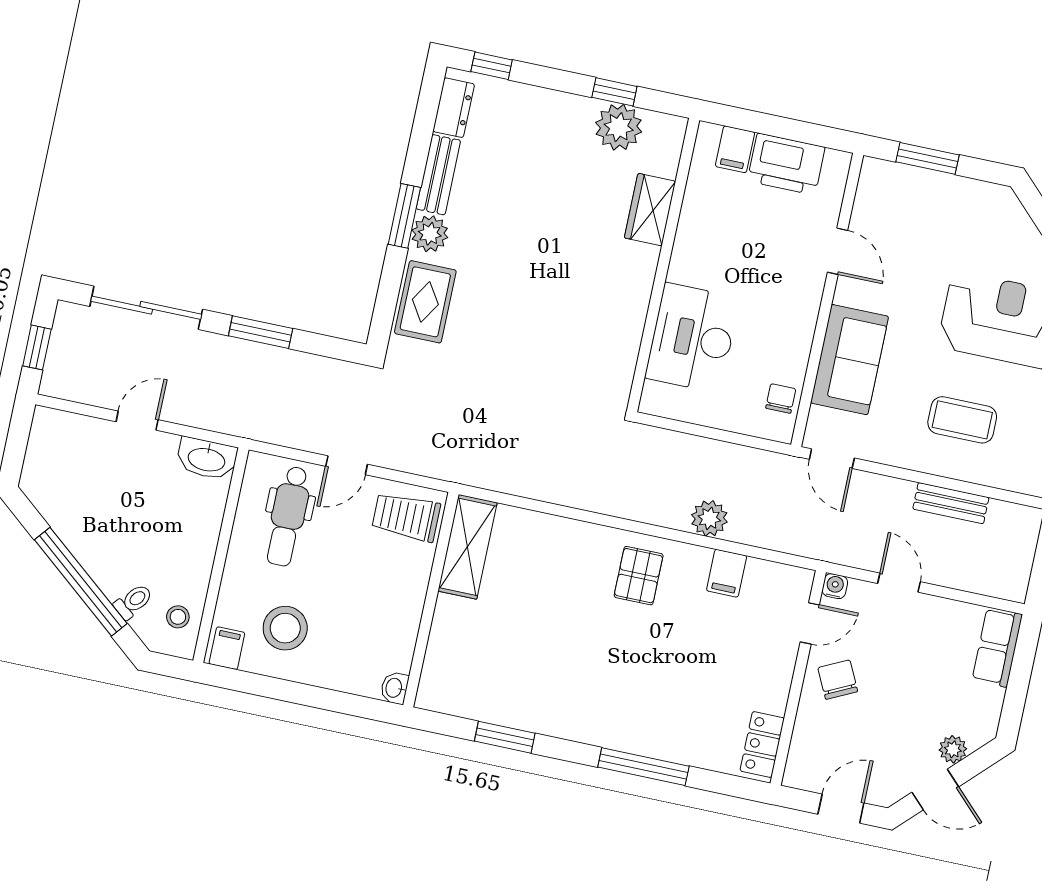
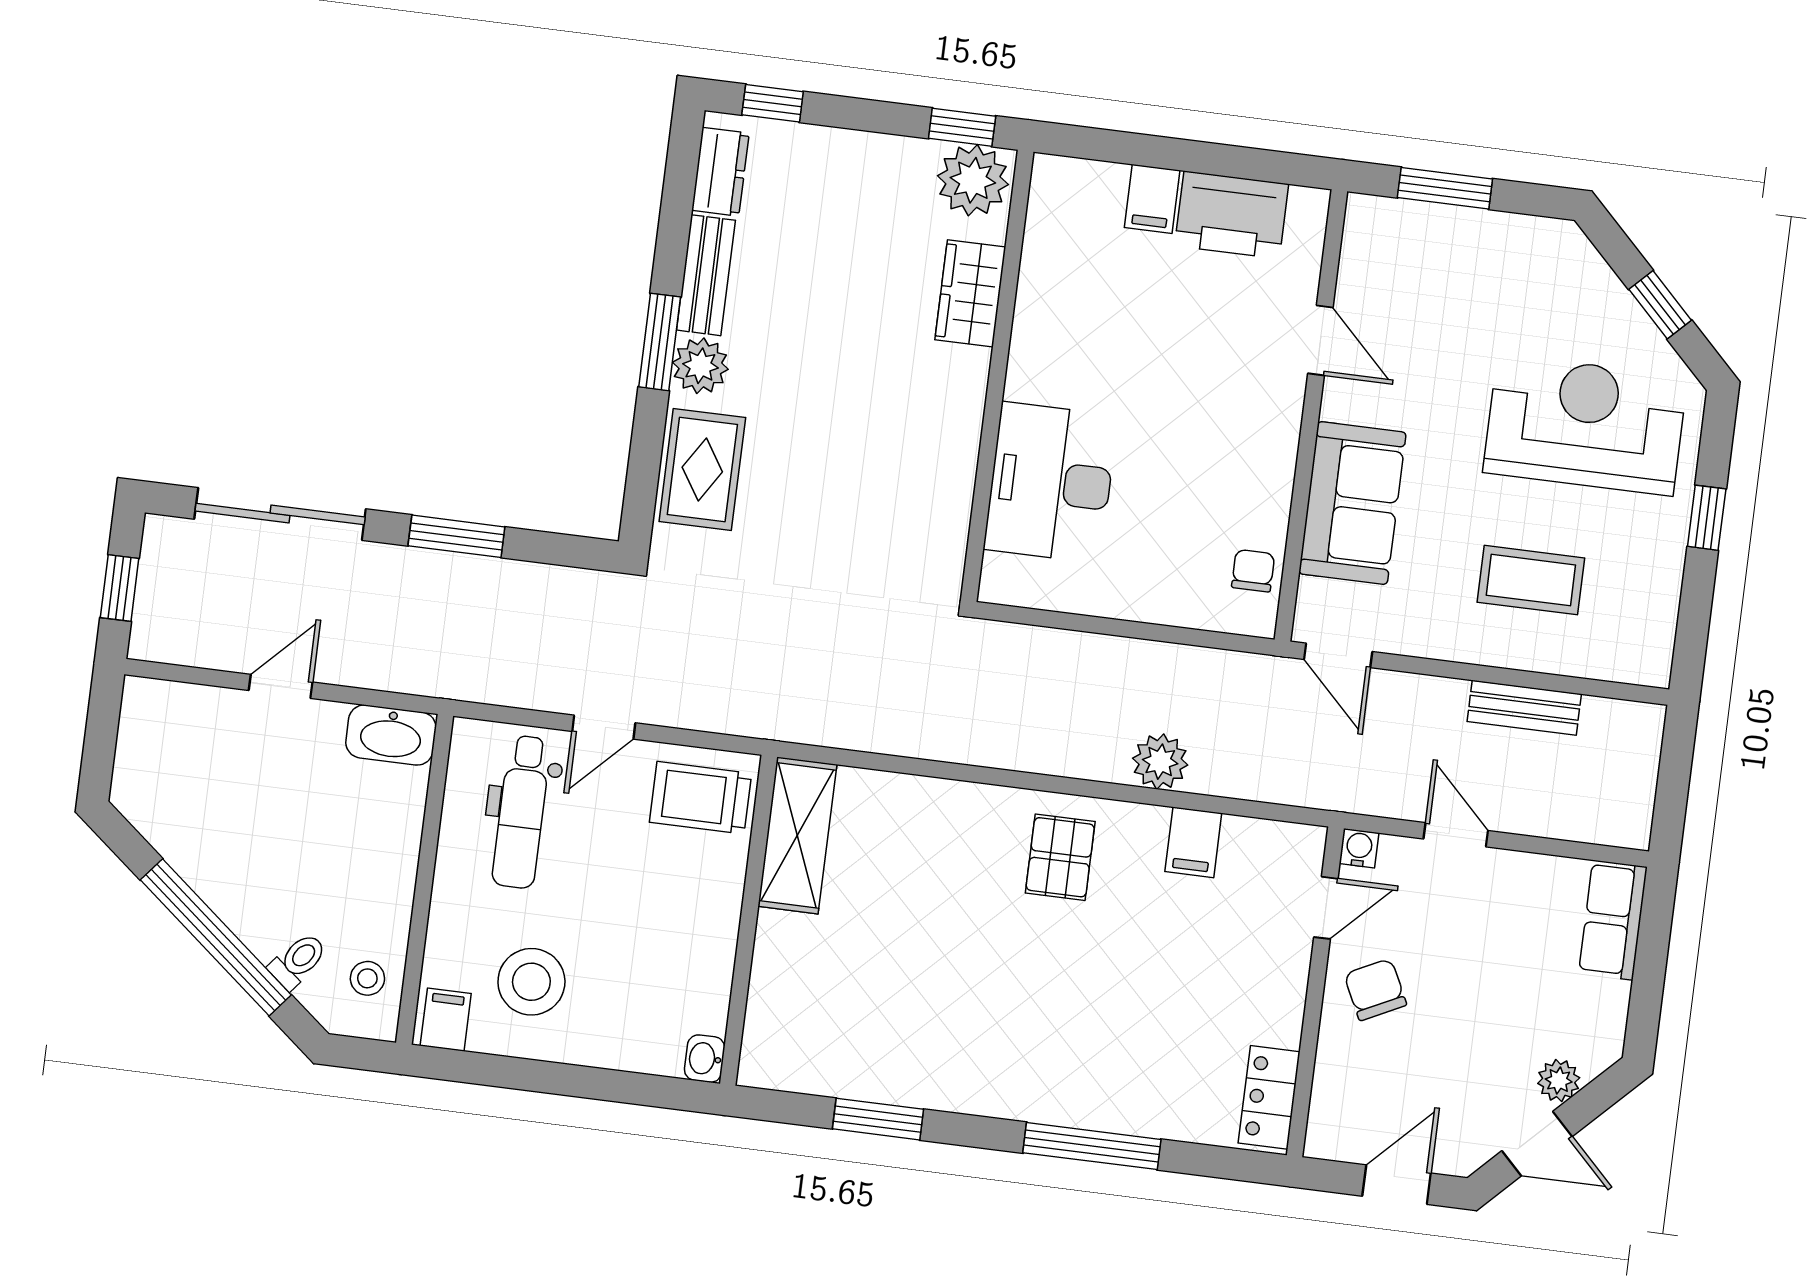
wardrobe: (650, 210) -> (970, 293), moved
wall: (663, 265) -> (997, 376), moved
desk: (692, 338) -> (1051, 482), moved

